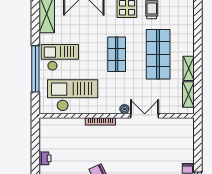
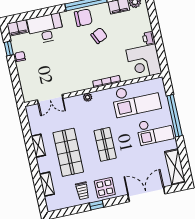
shelving: (188, 94) -> (47, 184), moved
double door: (145, 116) -> (50, 99), moved
corner desk: (56, 134) -> (144, 62), added

